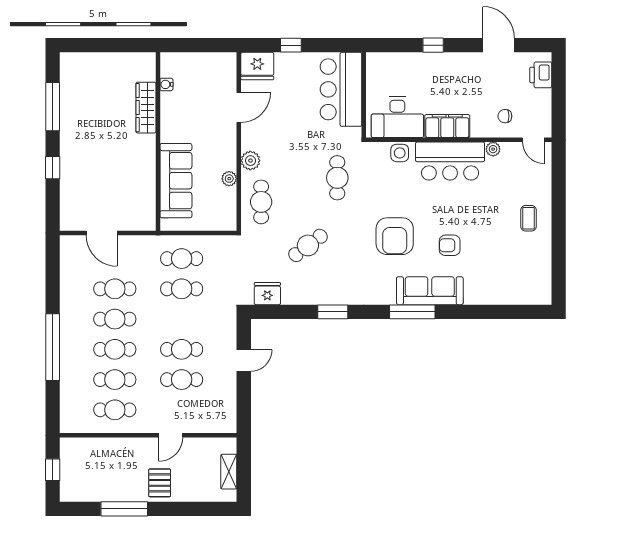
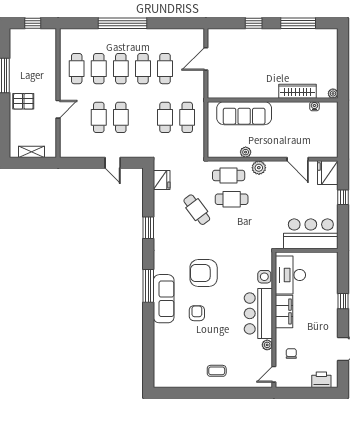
plant: (149, 59) -> (333, 94), added
cafe table: (337, 178) -> (232, 199), moved
door: (171, 435) -> (58, 109), swing flipped

